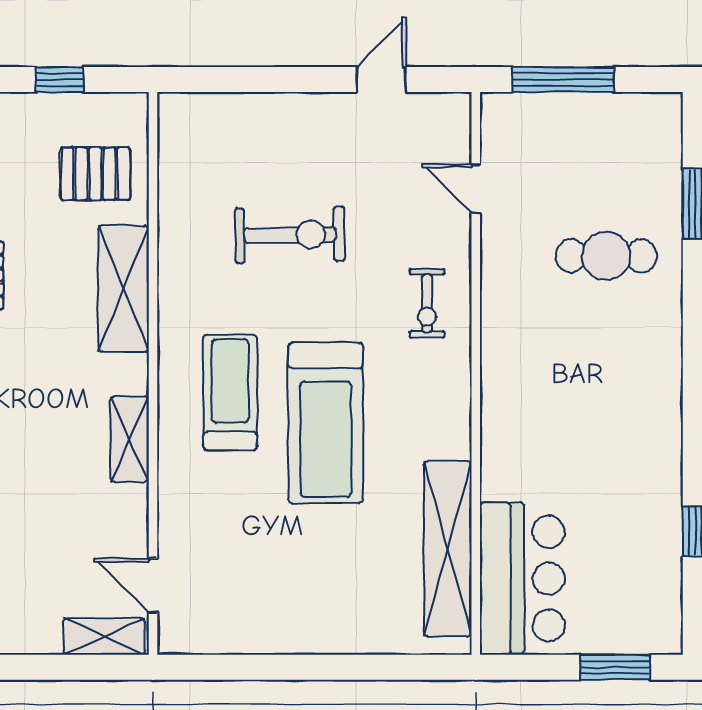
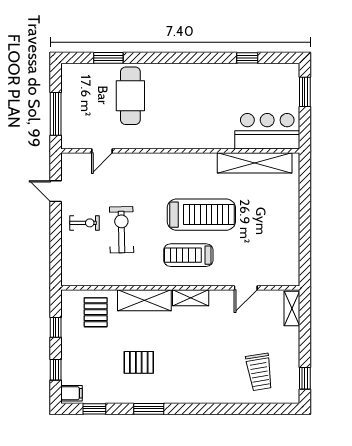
cafe table: (606, 256) -> (130, 96), width x1.37, depth x1.35
exercise bike: (427, 303) -> (85, 223), moved
shelving: (130, 439) -> (191, 298), moved
door: (153, 585) -> (246, 288), moved

